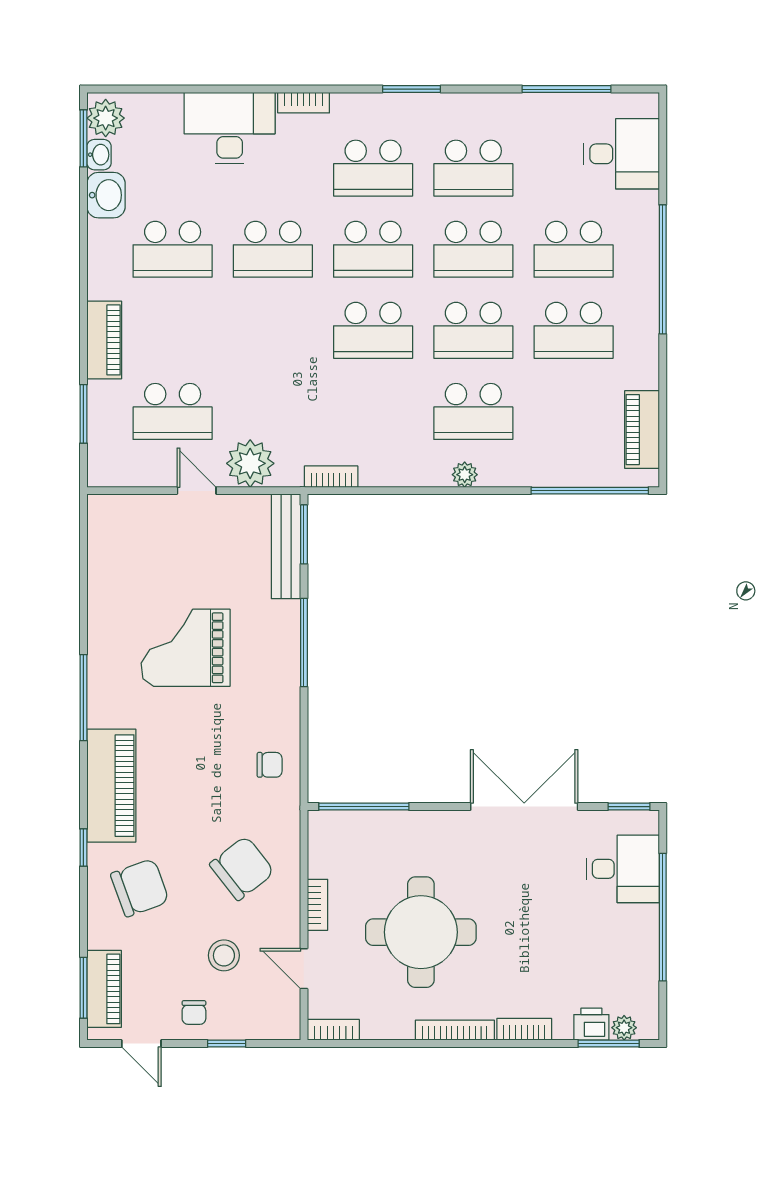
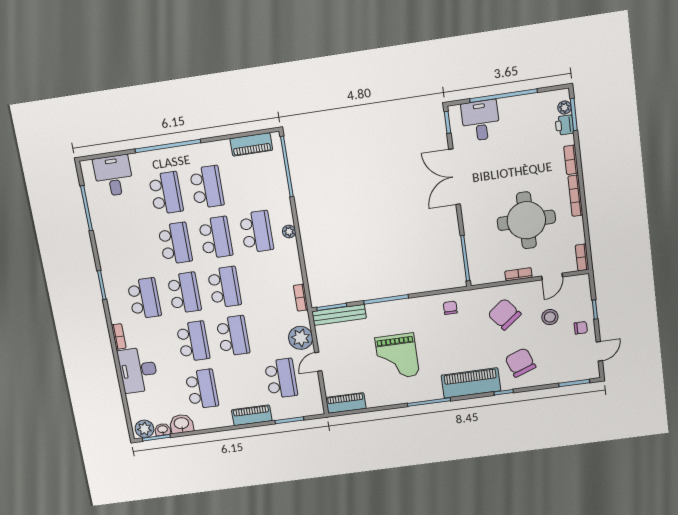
school desk: (473, 168) -> (233, 336), moved
piano: (104, 989) -> (346, 403), moved

